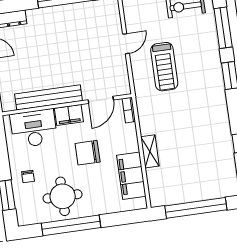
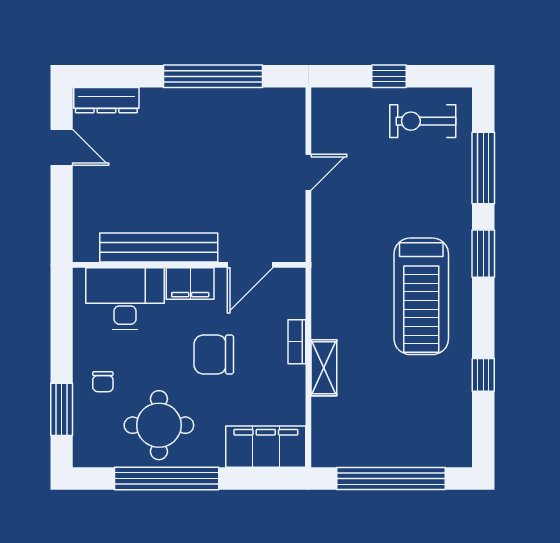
treadmill: (164, 67) -> (421, 296), moved, width x1.37, depth x1.38
bookcase: (129, 110) -> (297, 342), moved
filing cabinet: (131, 176) -> (266, 447), moved, turned 90

